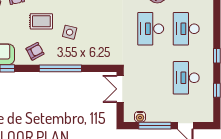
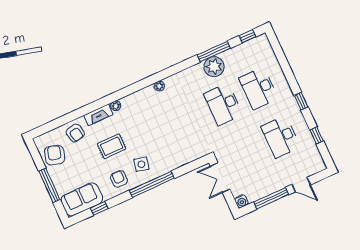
side table: (70, 32) -> (141, 164), moved
armchair: (35, 51) -> (119, 179), turned -62
water cooler: (140, 117) -> (241, 201), moved

